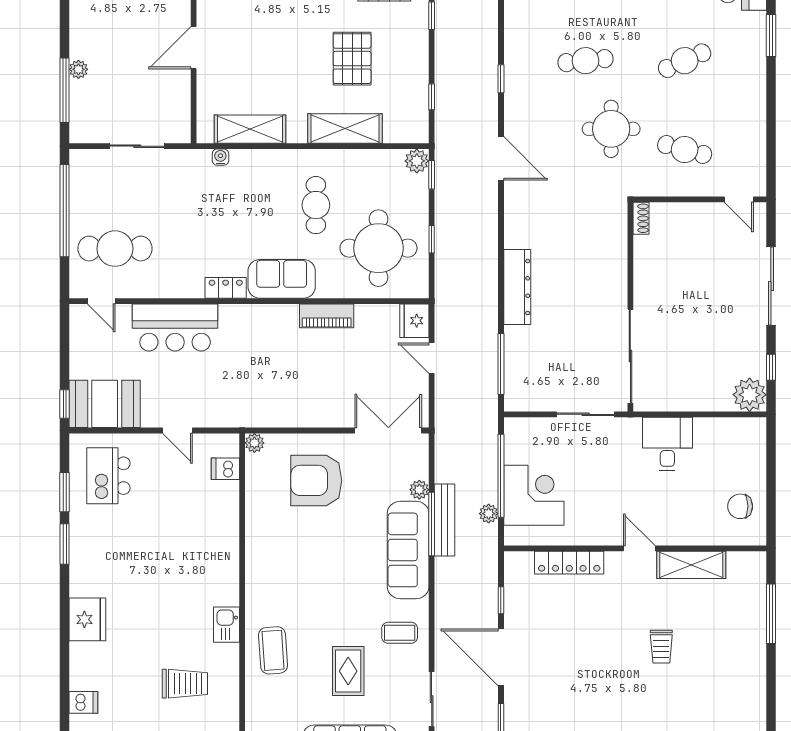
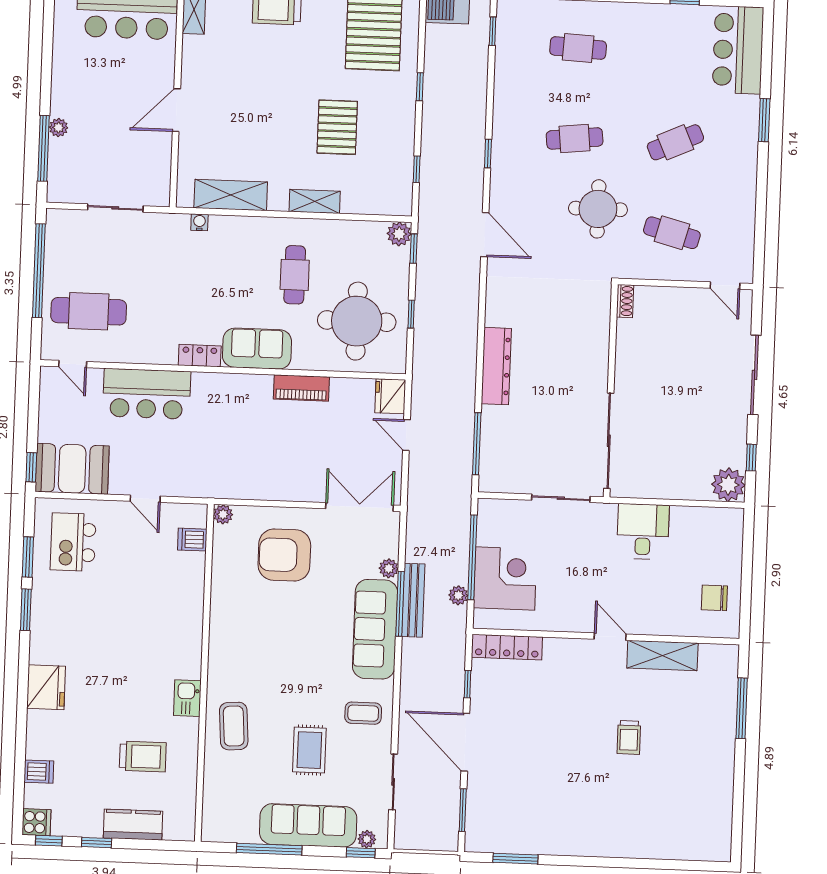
shelving: (345, 129) -> (315, 201), width x0.67, depth x0.75
locker: (569, 563) -> (507, 647), moved

